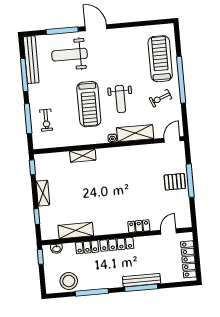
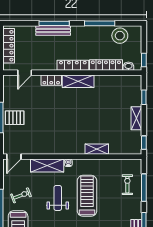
shelving: (76, 230) -> (78, 81), moved
locker: (87, 247) -> (106, 65), width x1.53

